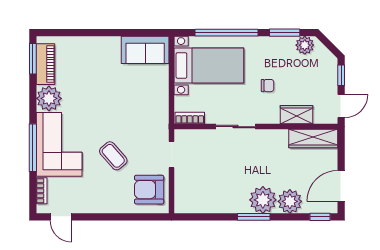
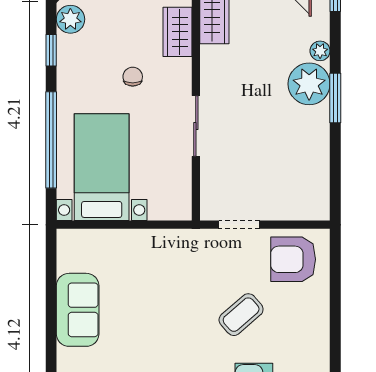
window: (285, 33) -> (51, 50), width x0.67
sofa: (145, 50) -> (78, 310), moved
bookcase: (190, 118) -> (183, 197), removed
armchair: (149, 190) -> (293, 259), turned 90
plant: (290, 201) -> (320, 51), width x0.53, depth x0.53

